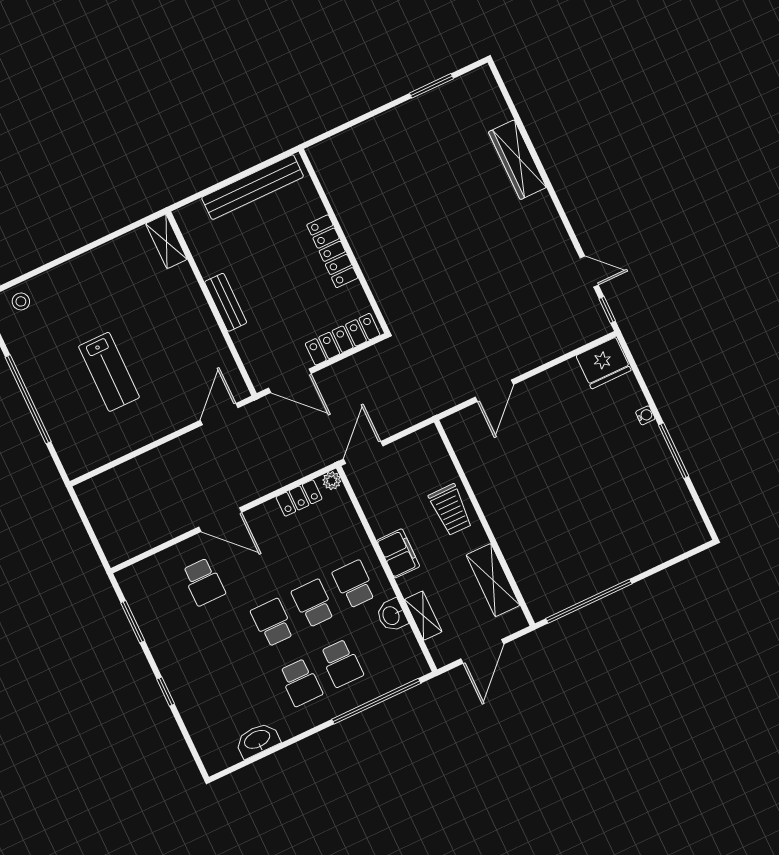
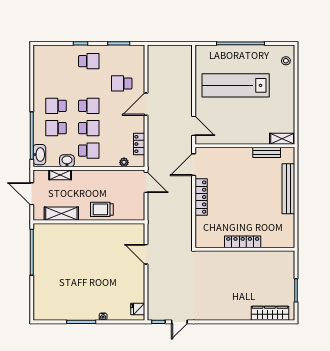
wardrobe: (517, 160) -> (270, 313), moved
wall: (344, 241) -> (245, 249), moved
locker: (332, 251) -> (243, 242), moved
bench: (226, 302) -> (267, 152), moved
fridge: (604, 363) -> (138, 309), width x0.53, depth x0.75
lab bench: (109, 372) -> (236, 85), width x1.86, depth x1.39
plant: (332, 481) -> (124, 162), moved
filing cabinet: (398, 553) -> (93, 177), removed
school desk: (191, 661) -> (89, 61), added
washbasin: (257, 740) -> (39, 155), moved

